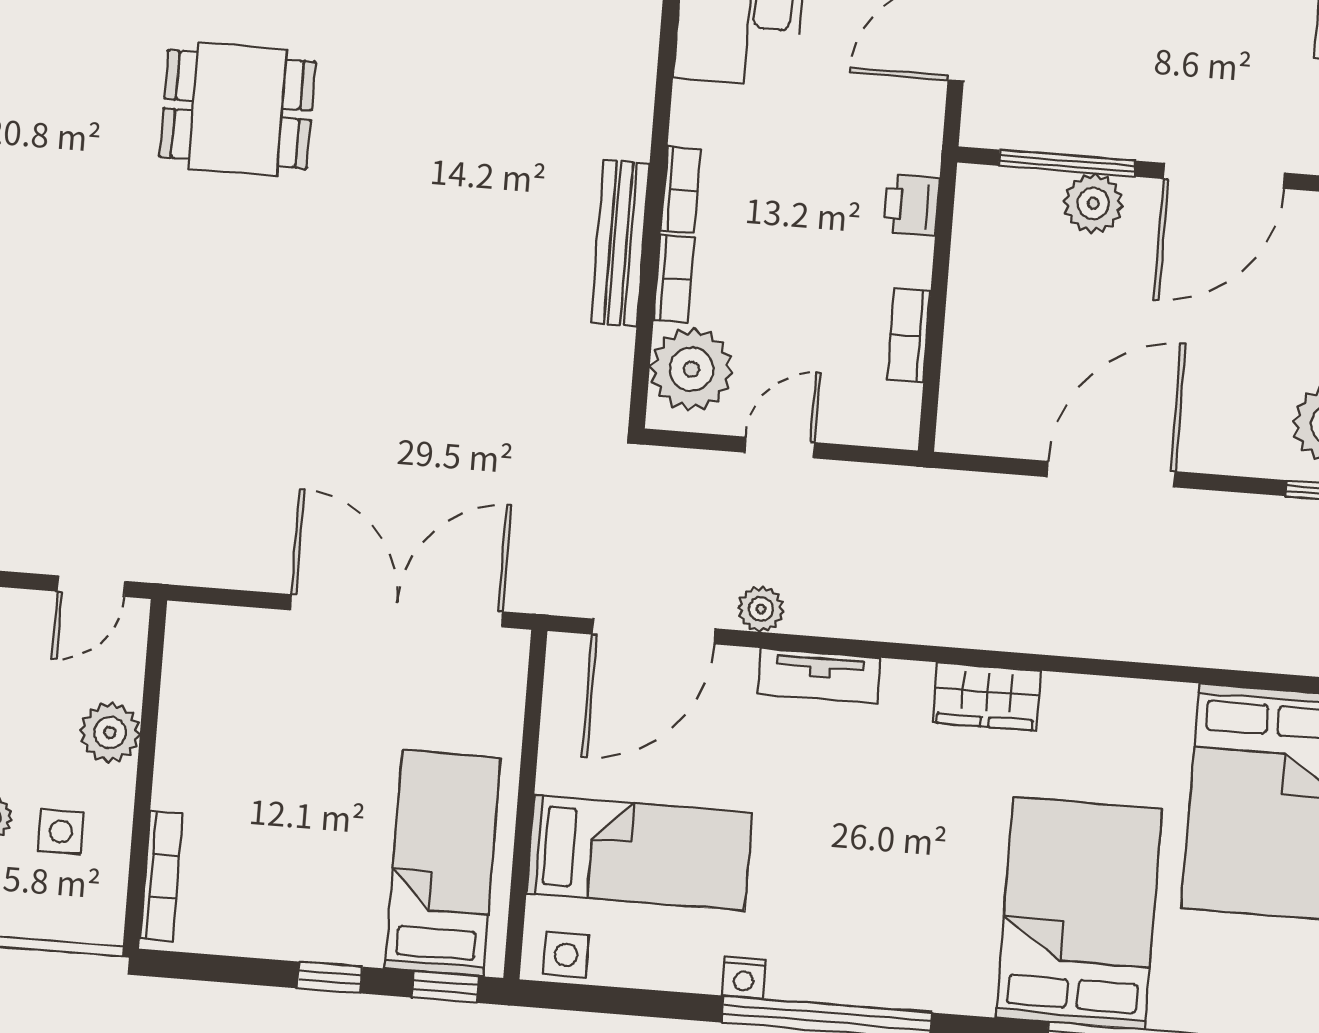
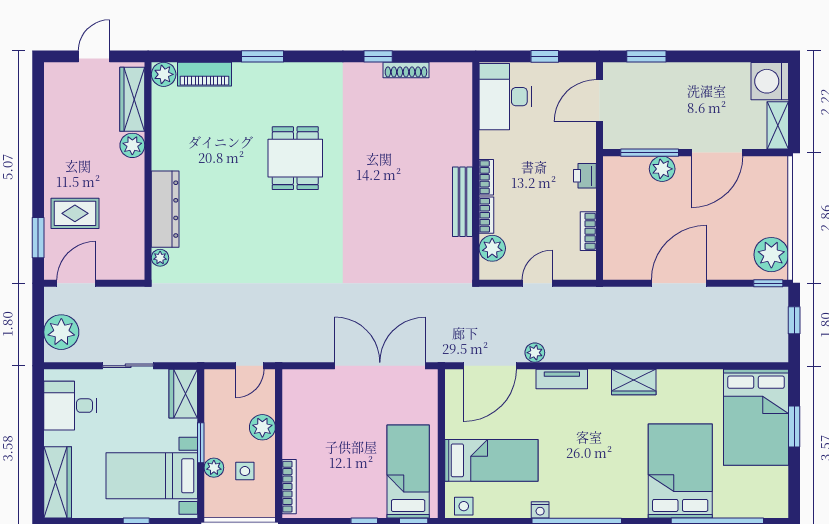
dining table: (237, 109) -> (295, 158), turned 90
plant: (691, 369) -> (492, 248), width x0.73, depth x0.73

